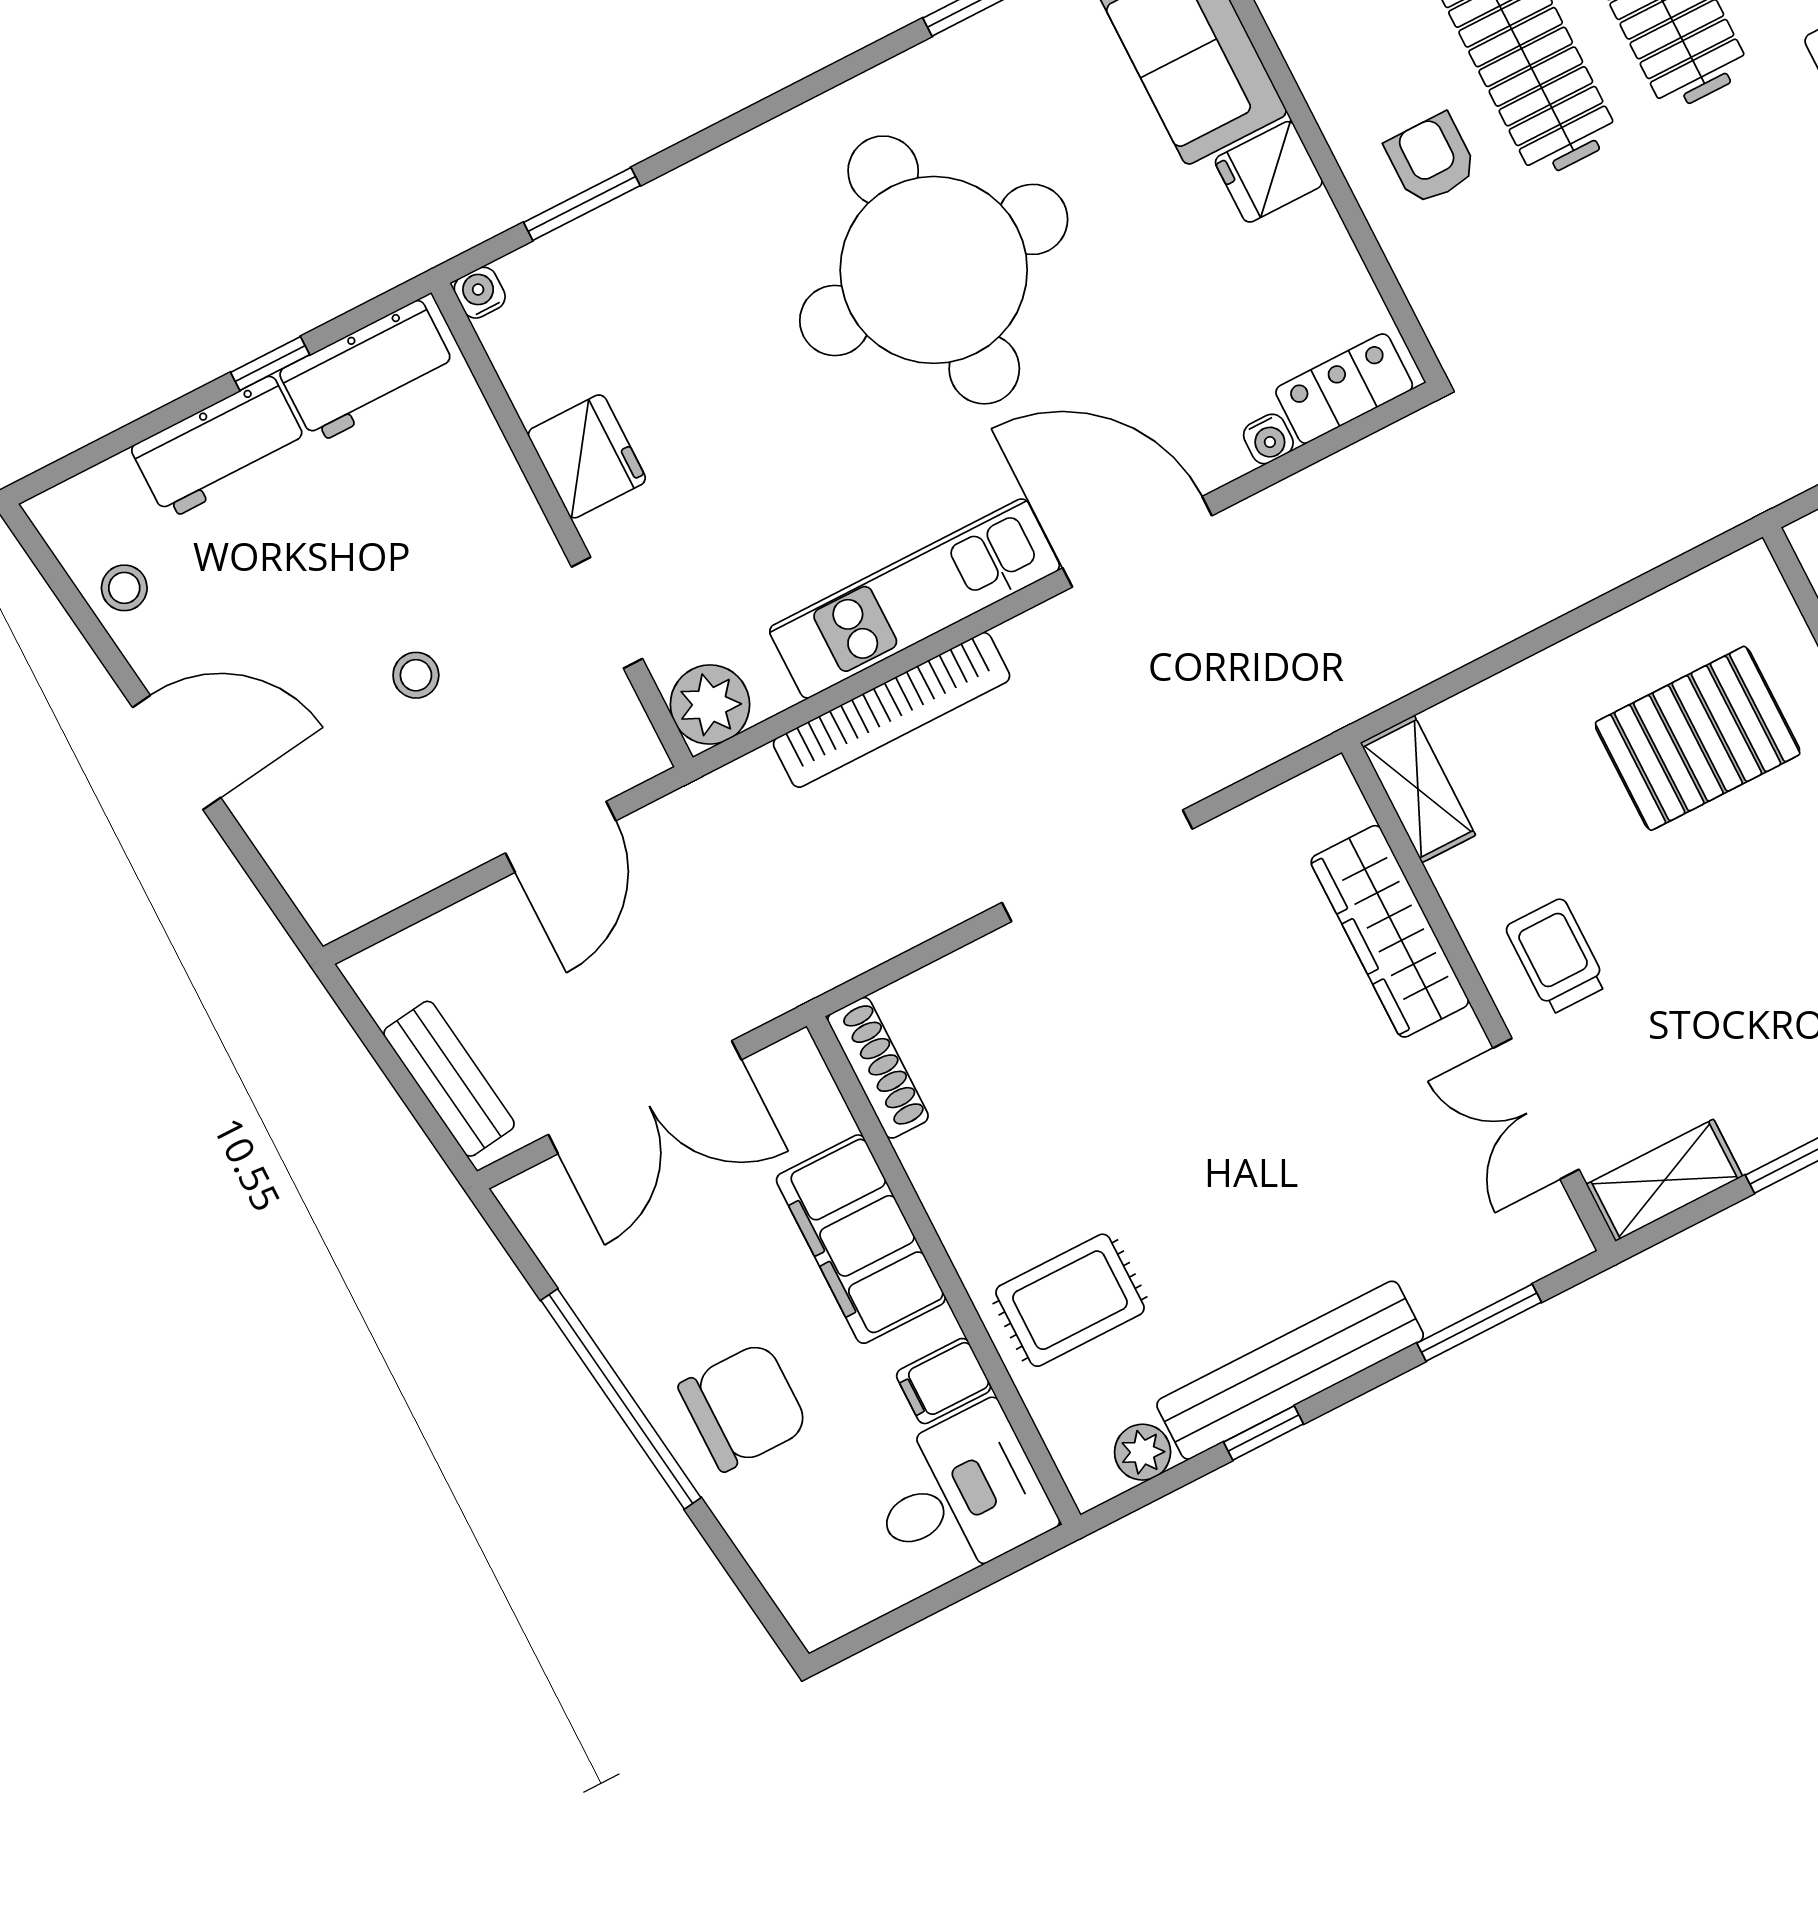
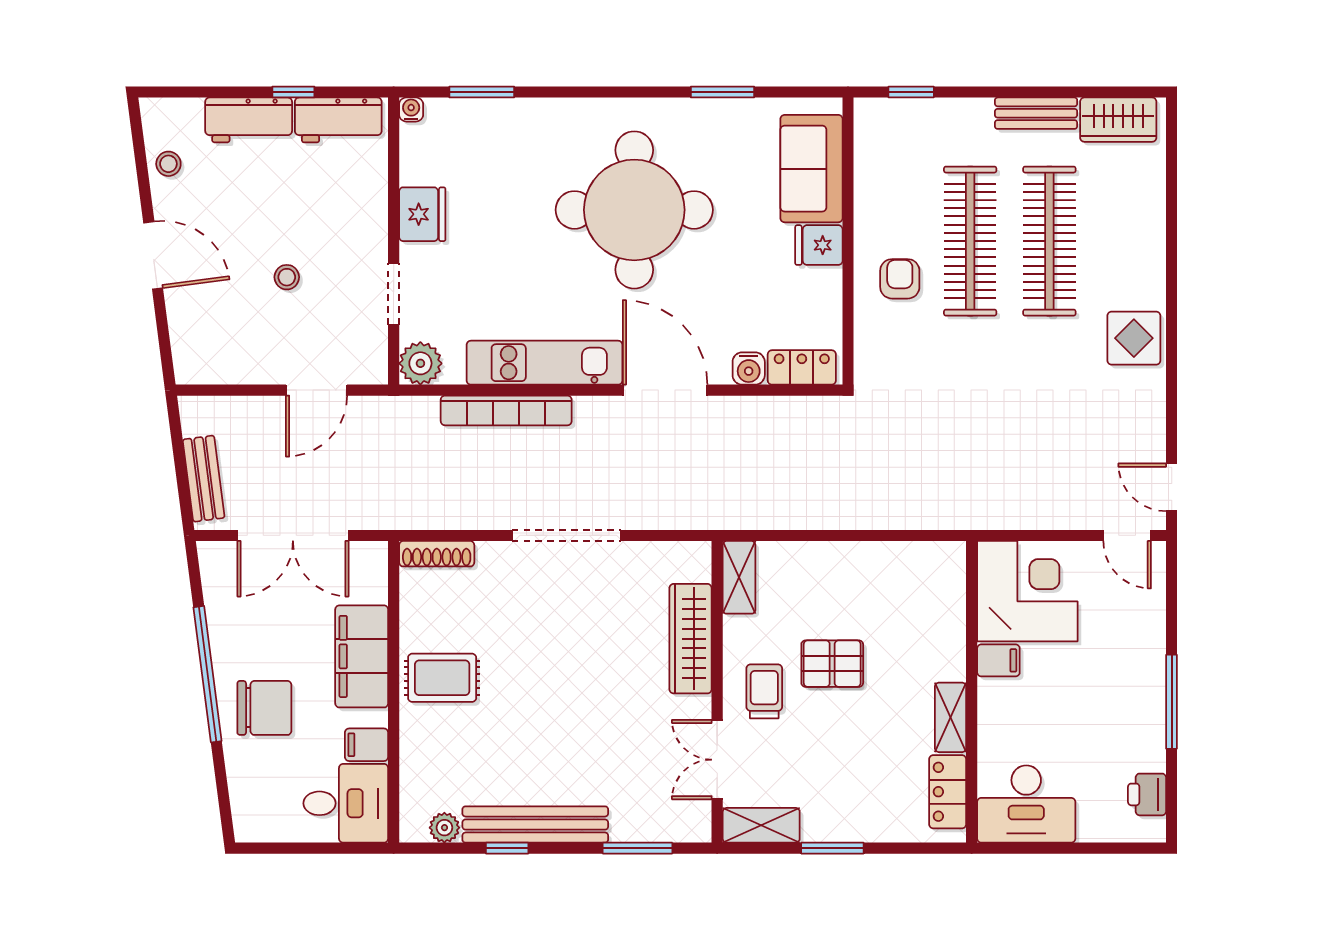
water cooler: (1268, 439) -> (749, 368), width x1.38, depth x1.38
pallet: (1698, 738) -> (832, 664), moved, width x0.67, depth x0.71
shoe rack: (878, 1068) -> (437, 554), moved, turned 90
rug: (1070, 1300) -> (442, 678), moved

